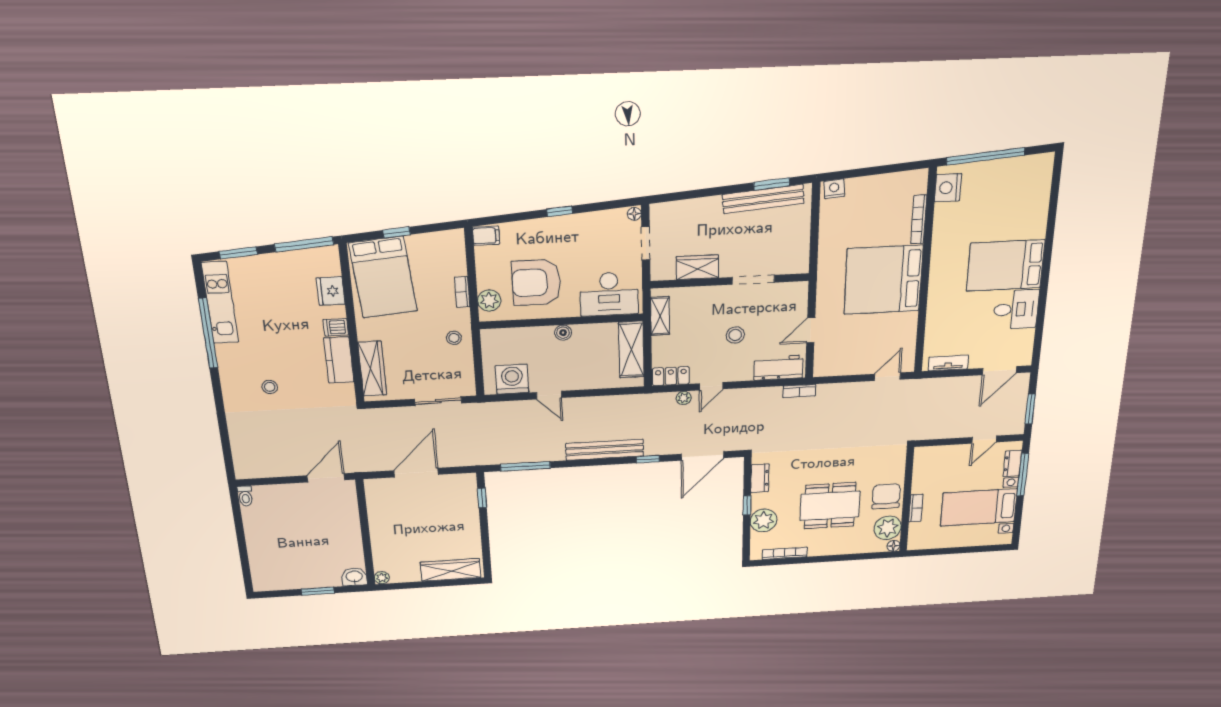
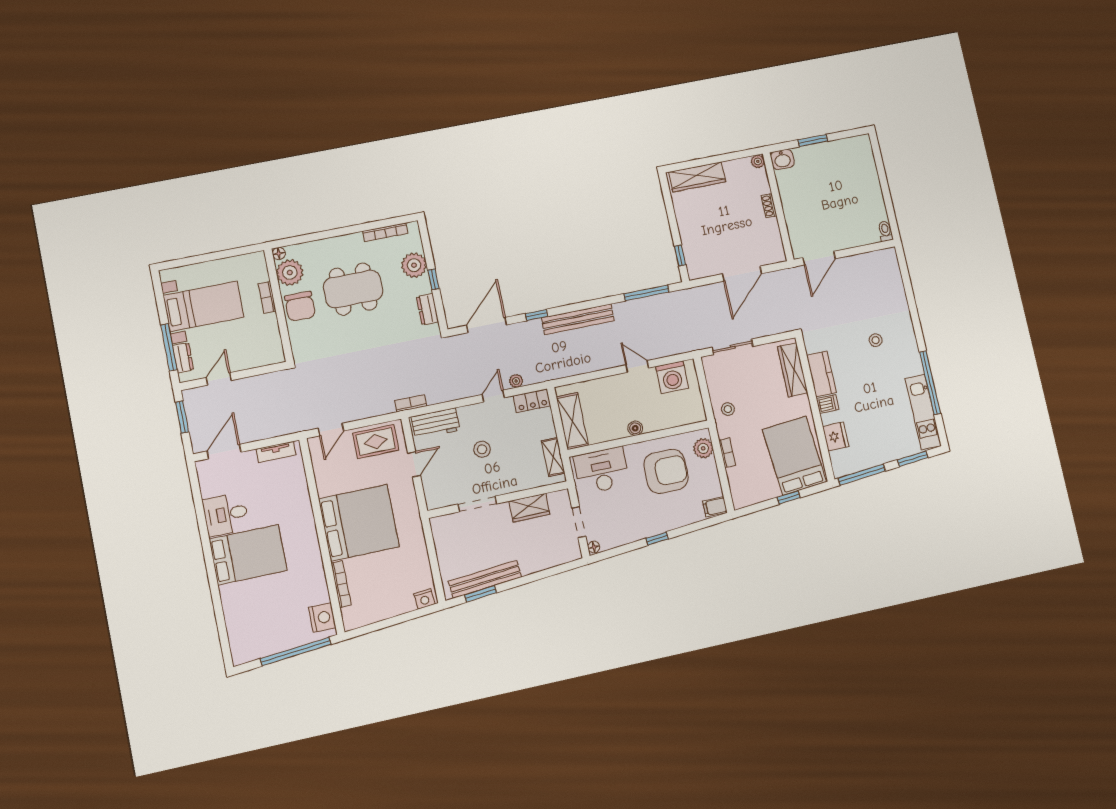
rug: (845, 359) -> (376, 442), added
shoe rack: (376, 535) -> (769, 206), added

